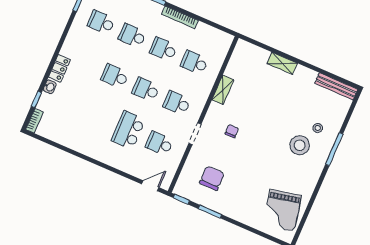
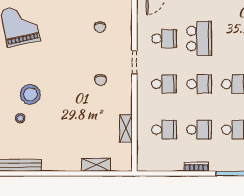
bookcase: (180, 17) -> (196, 167), width x0.64
shelving: (282, 63) -> (96, 165), moved
shelving: (223, 90) -> (126, 129), moved
chair: (212, 178) -> (100, 27), width x0.54, depth x0.54

